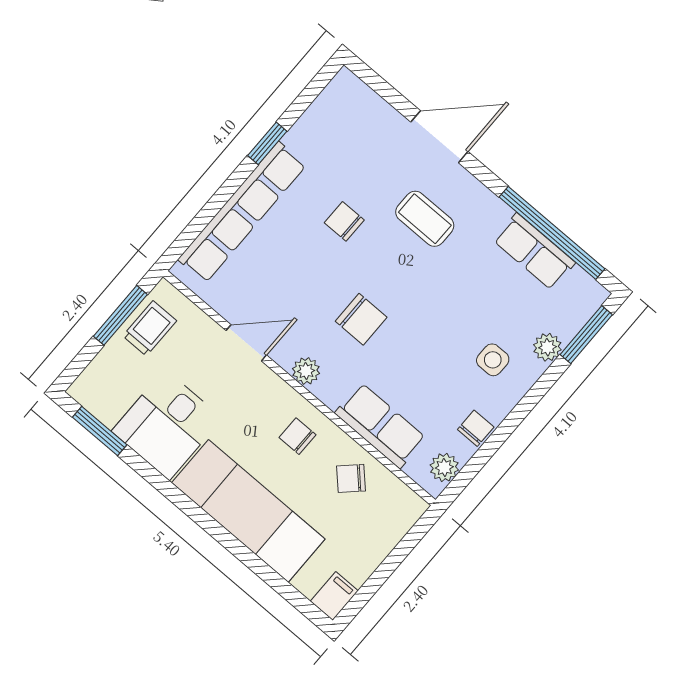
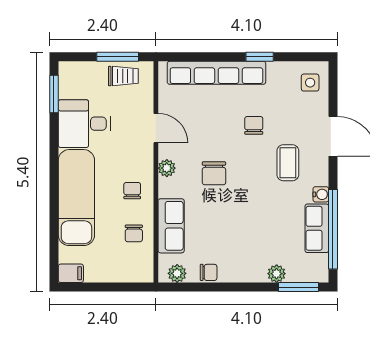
water cooler: (497, 212) -> (321, 194), added
side table: (493, 360) -> (310, 83), moved
chair: (351, 478) -> (134, 233), turned -136

